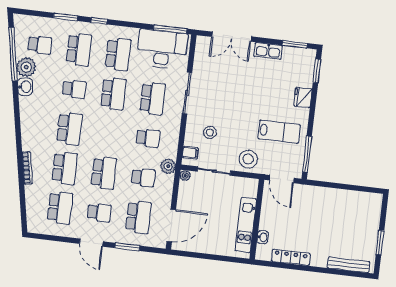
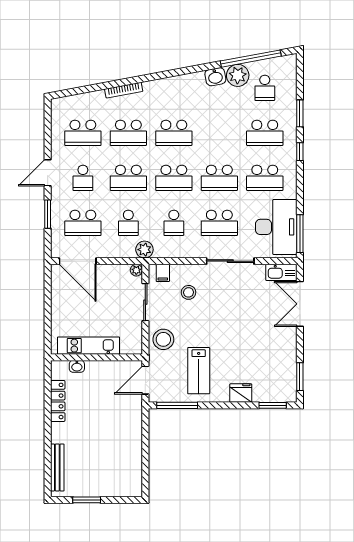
kitchen sink: (268, 51) -> (281, 272), moved, turned -90
school desk: (74, 89) -> (174, 178), moved, width x1.85

